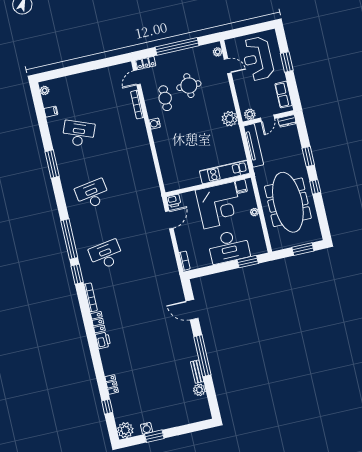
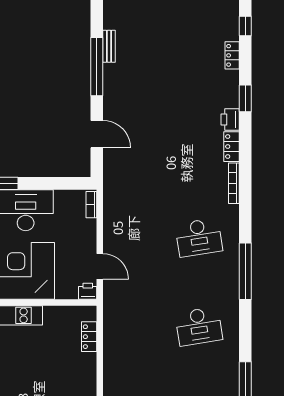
locker: (166, 170) -> (89, 337), added
door: (169, 220) -> (100, 266), swing flipped
window: (77, 274) -> (245, 98), moved
plant: (199, 390) -> (112, 20), removed

